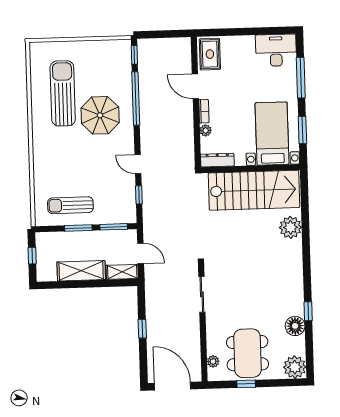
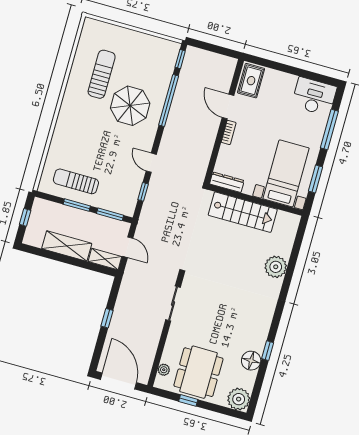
sun lounger: (63, 93) -> (102, 74), width x0.73, depth x0.75
plant: (206, 130) -> (225, 151), removed
stairs: (254, 190) -> (243, 212), width x0.73, depth x0.66

